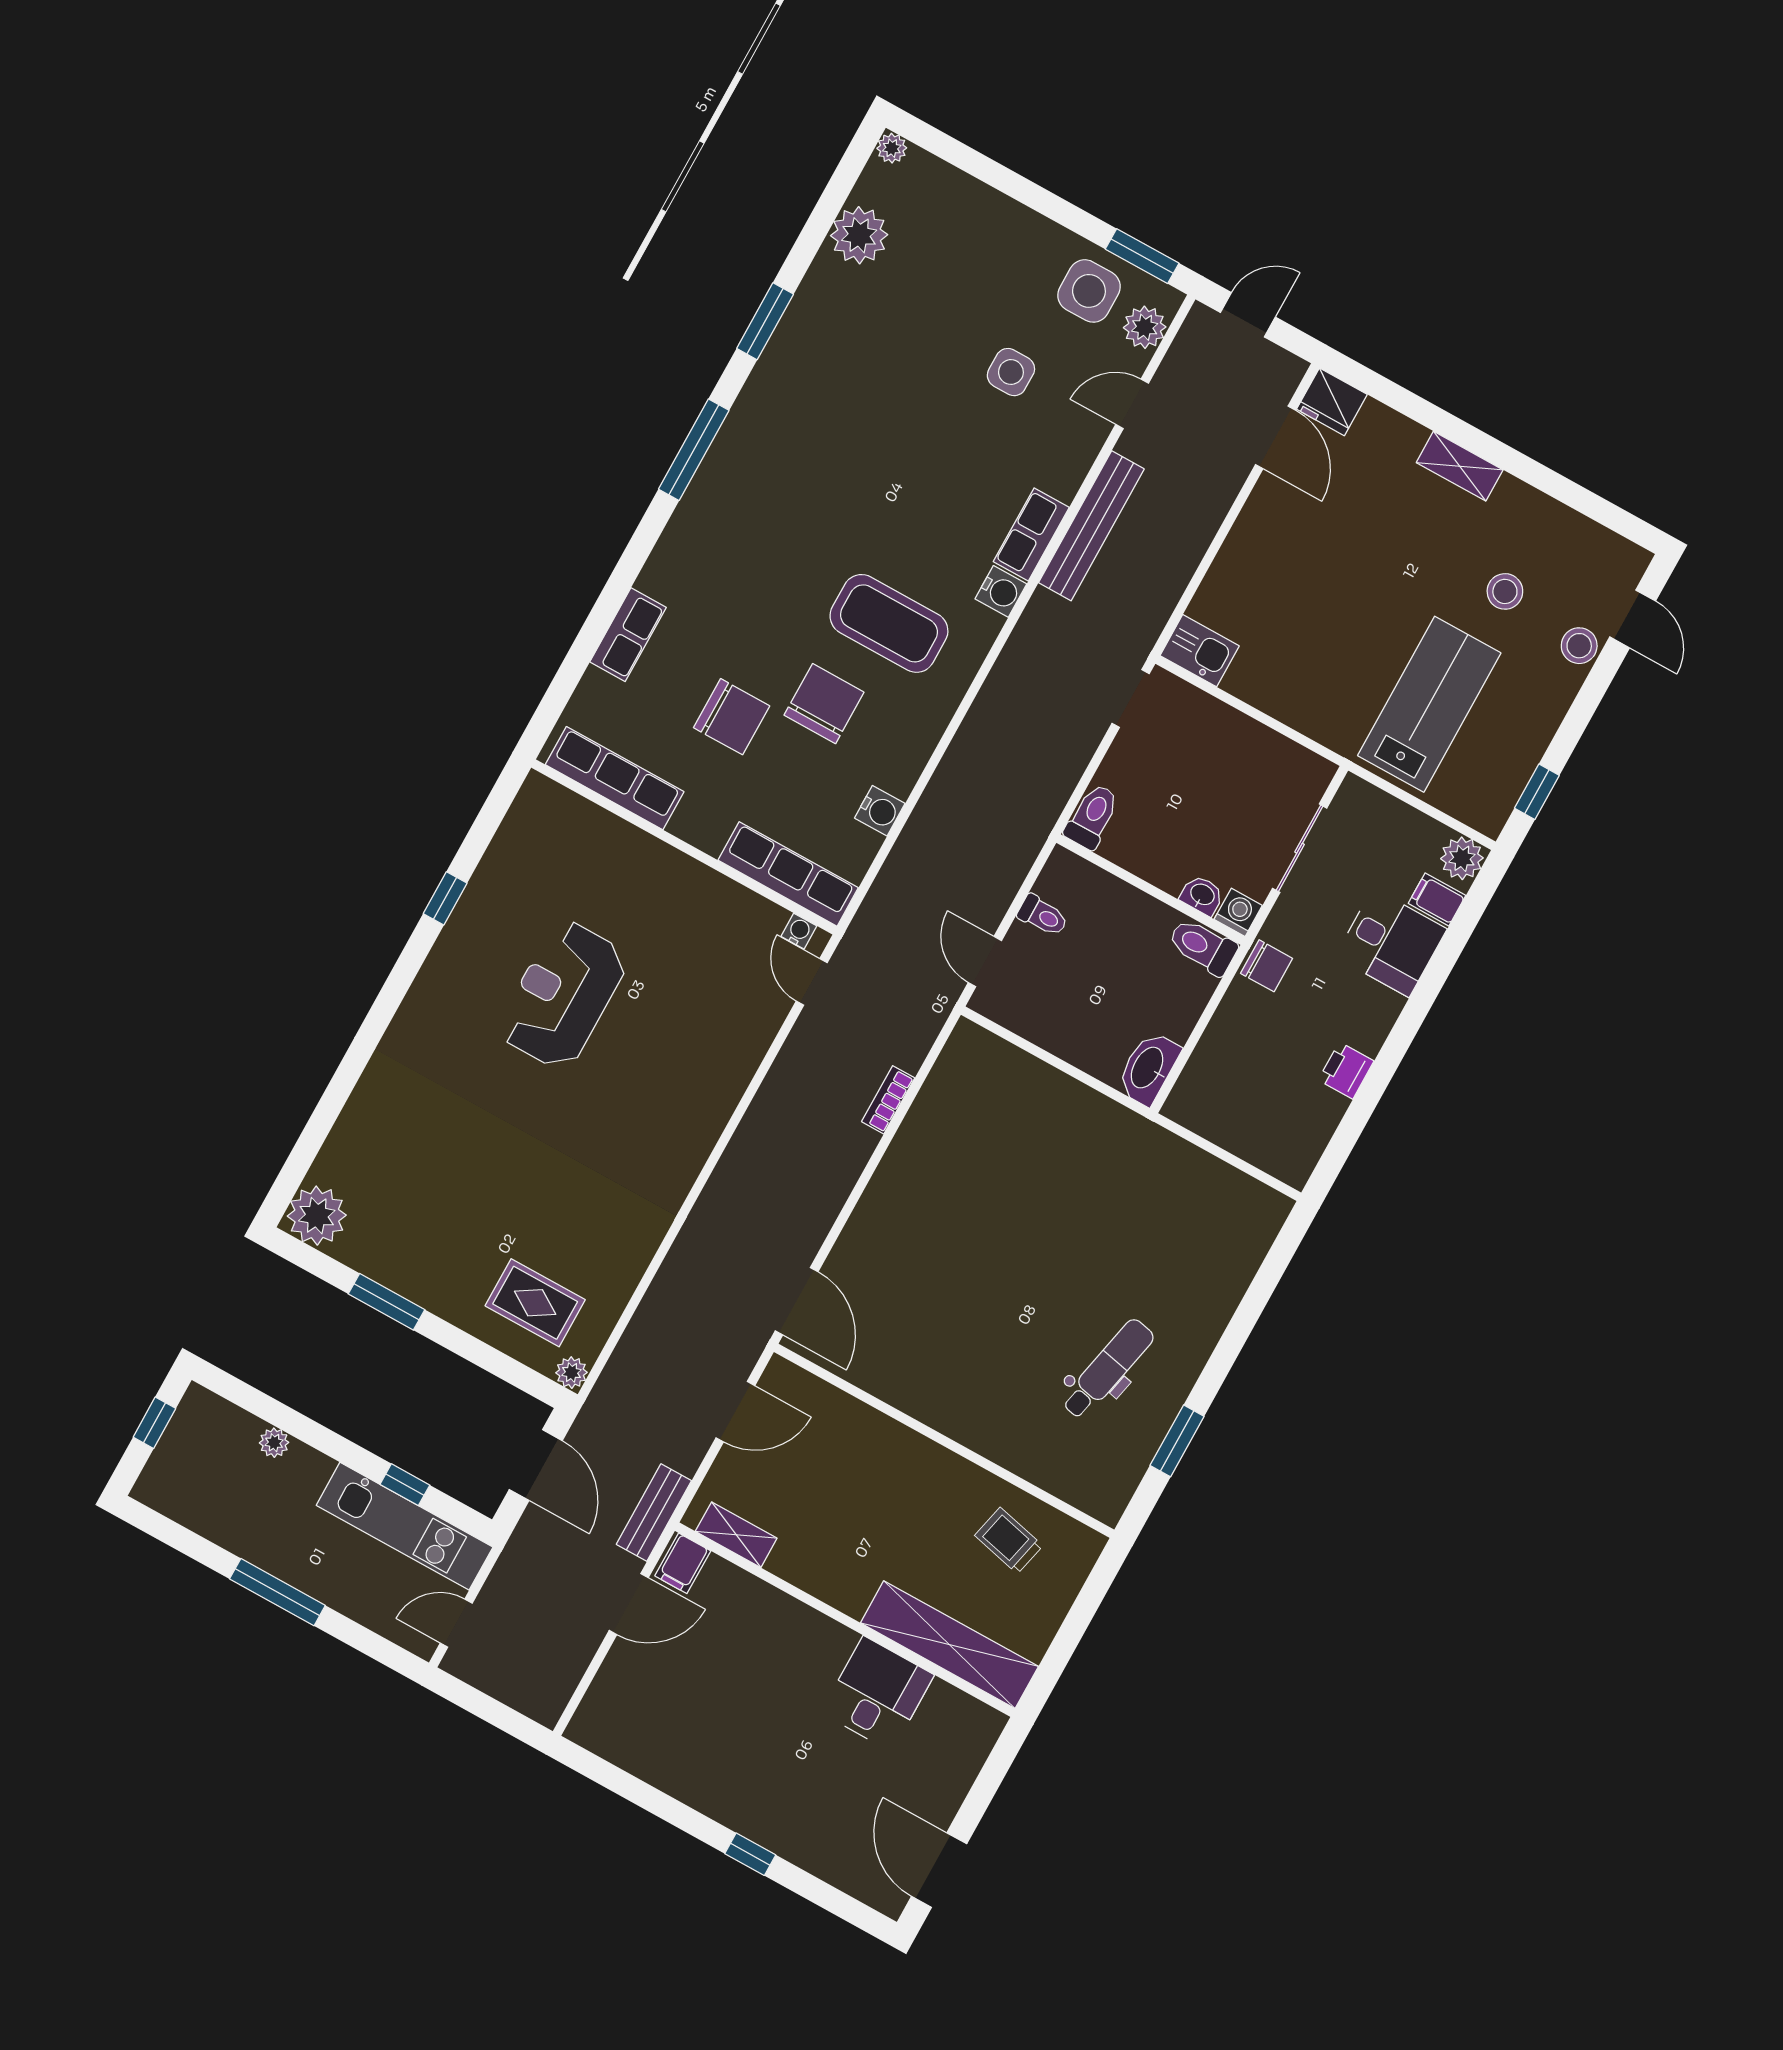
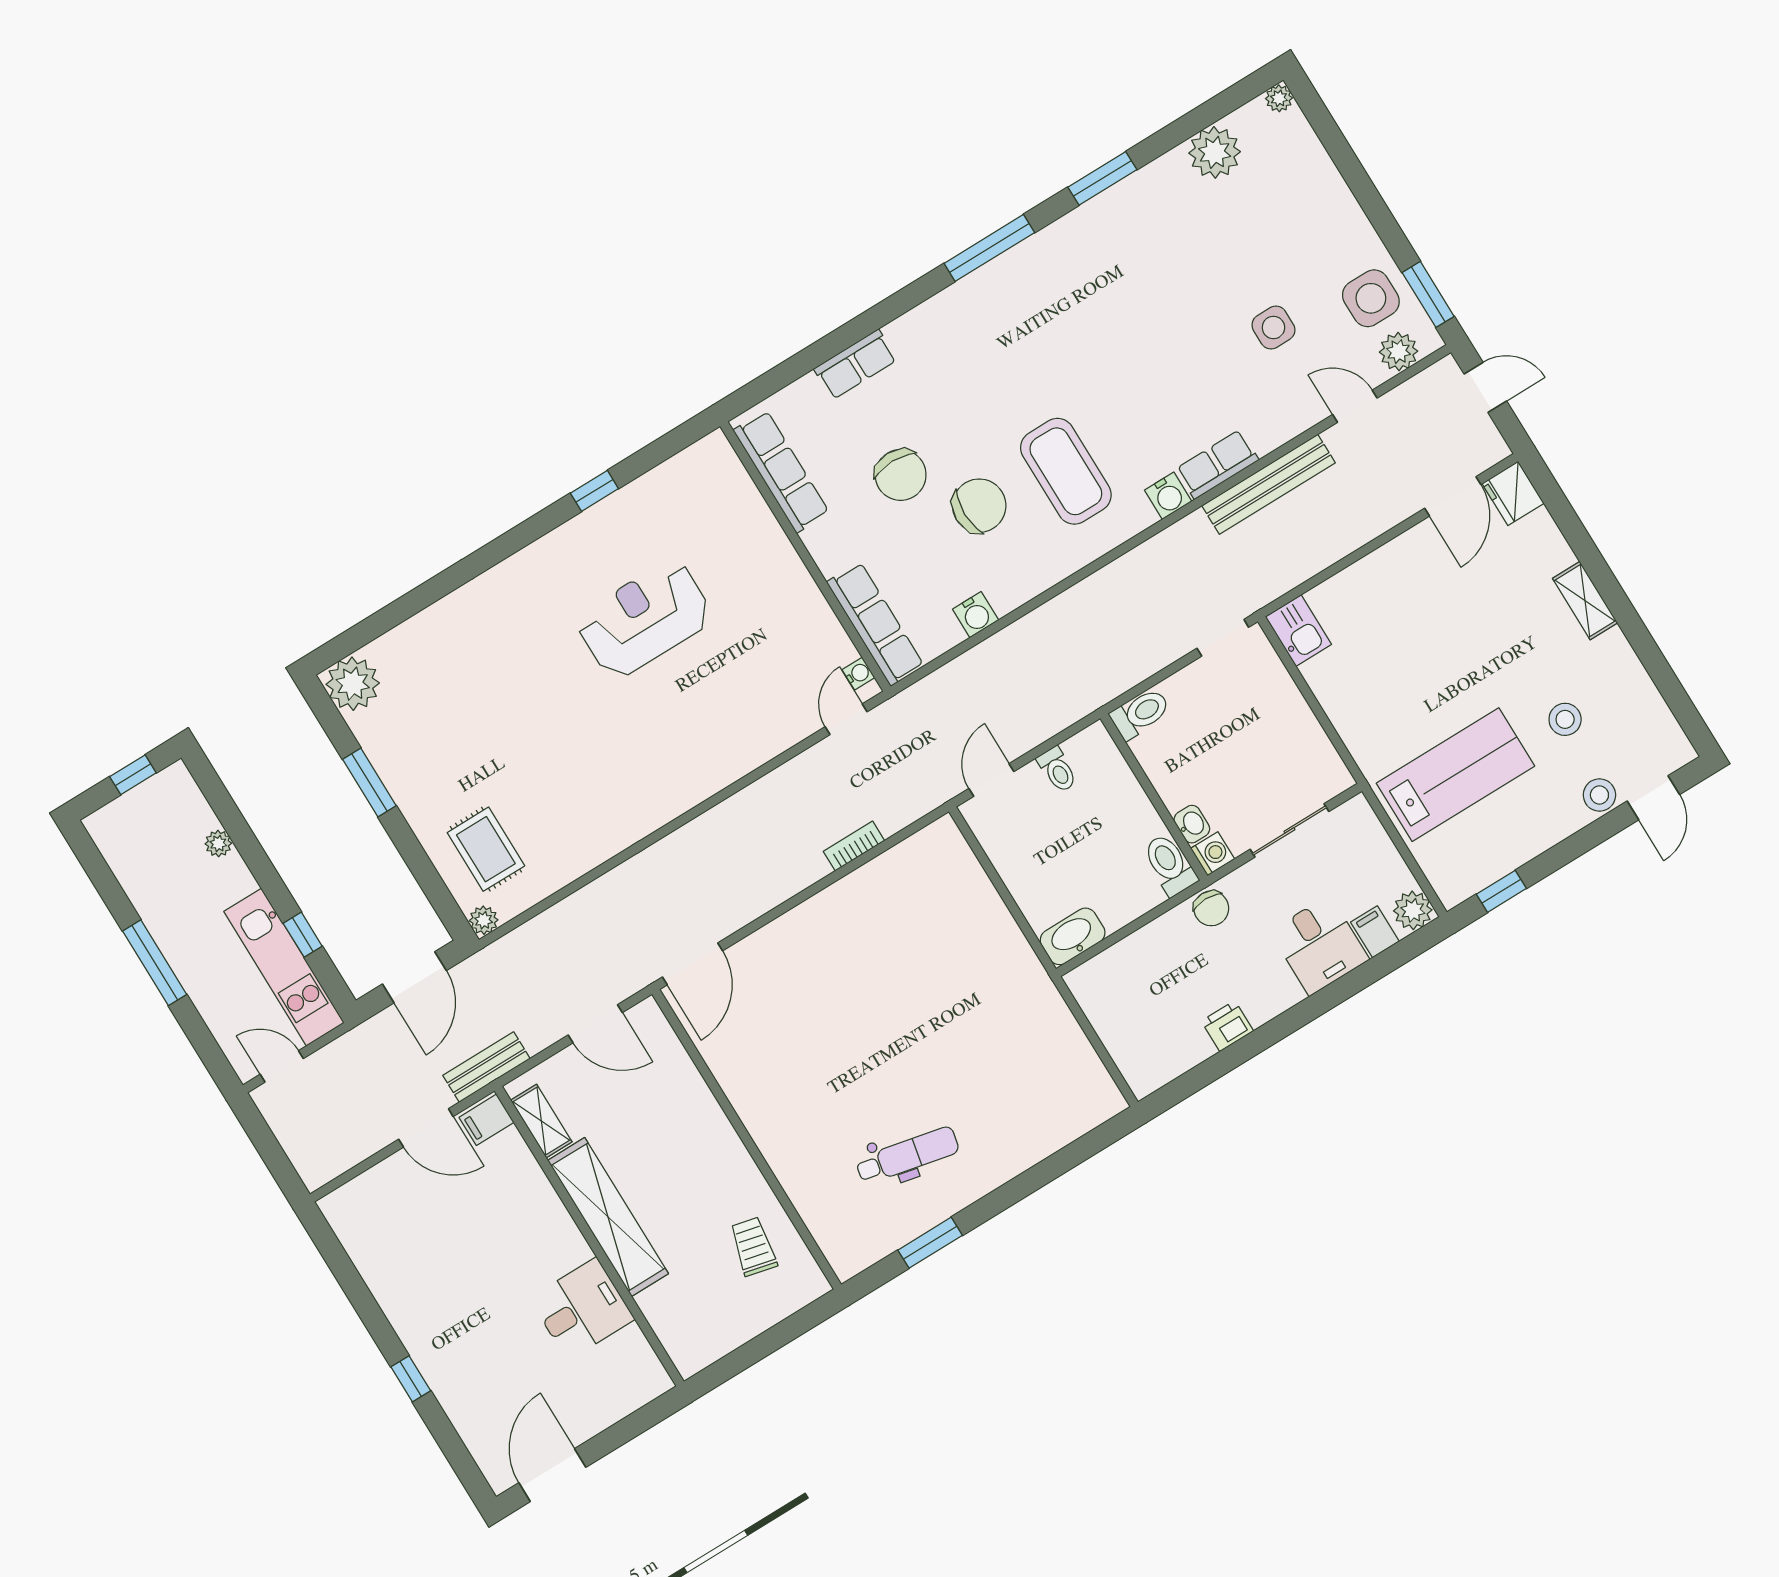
shelving: (949, 1645) -> (608, 1217), moved

